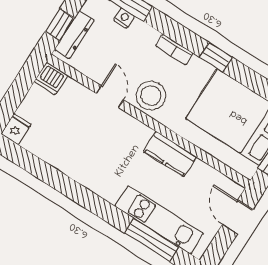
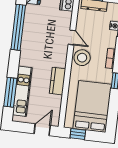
door: (110, 97) -> (72, 37), hinge flipped
window: (51, 176) -> (18, 27), added

